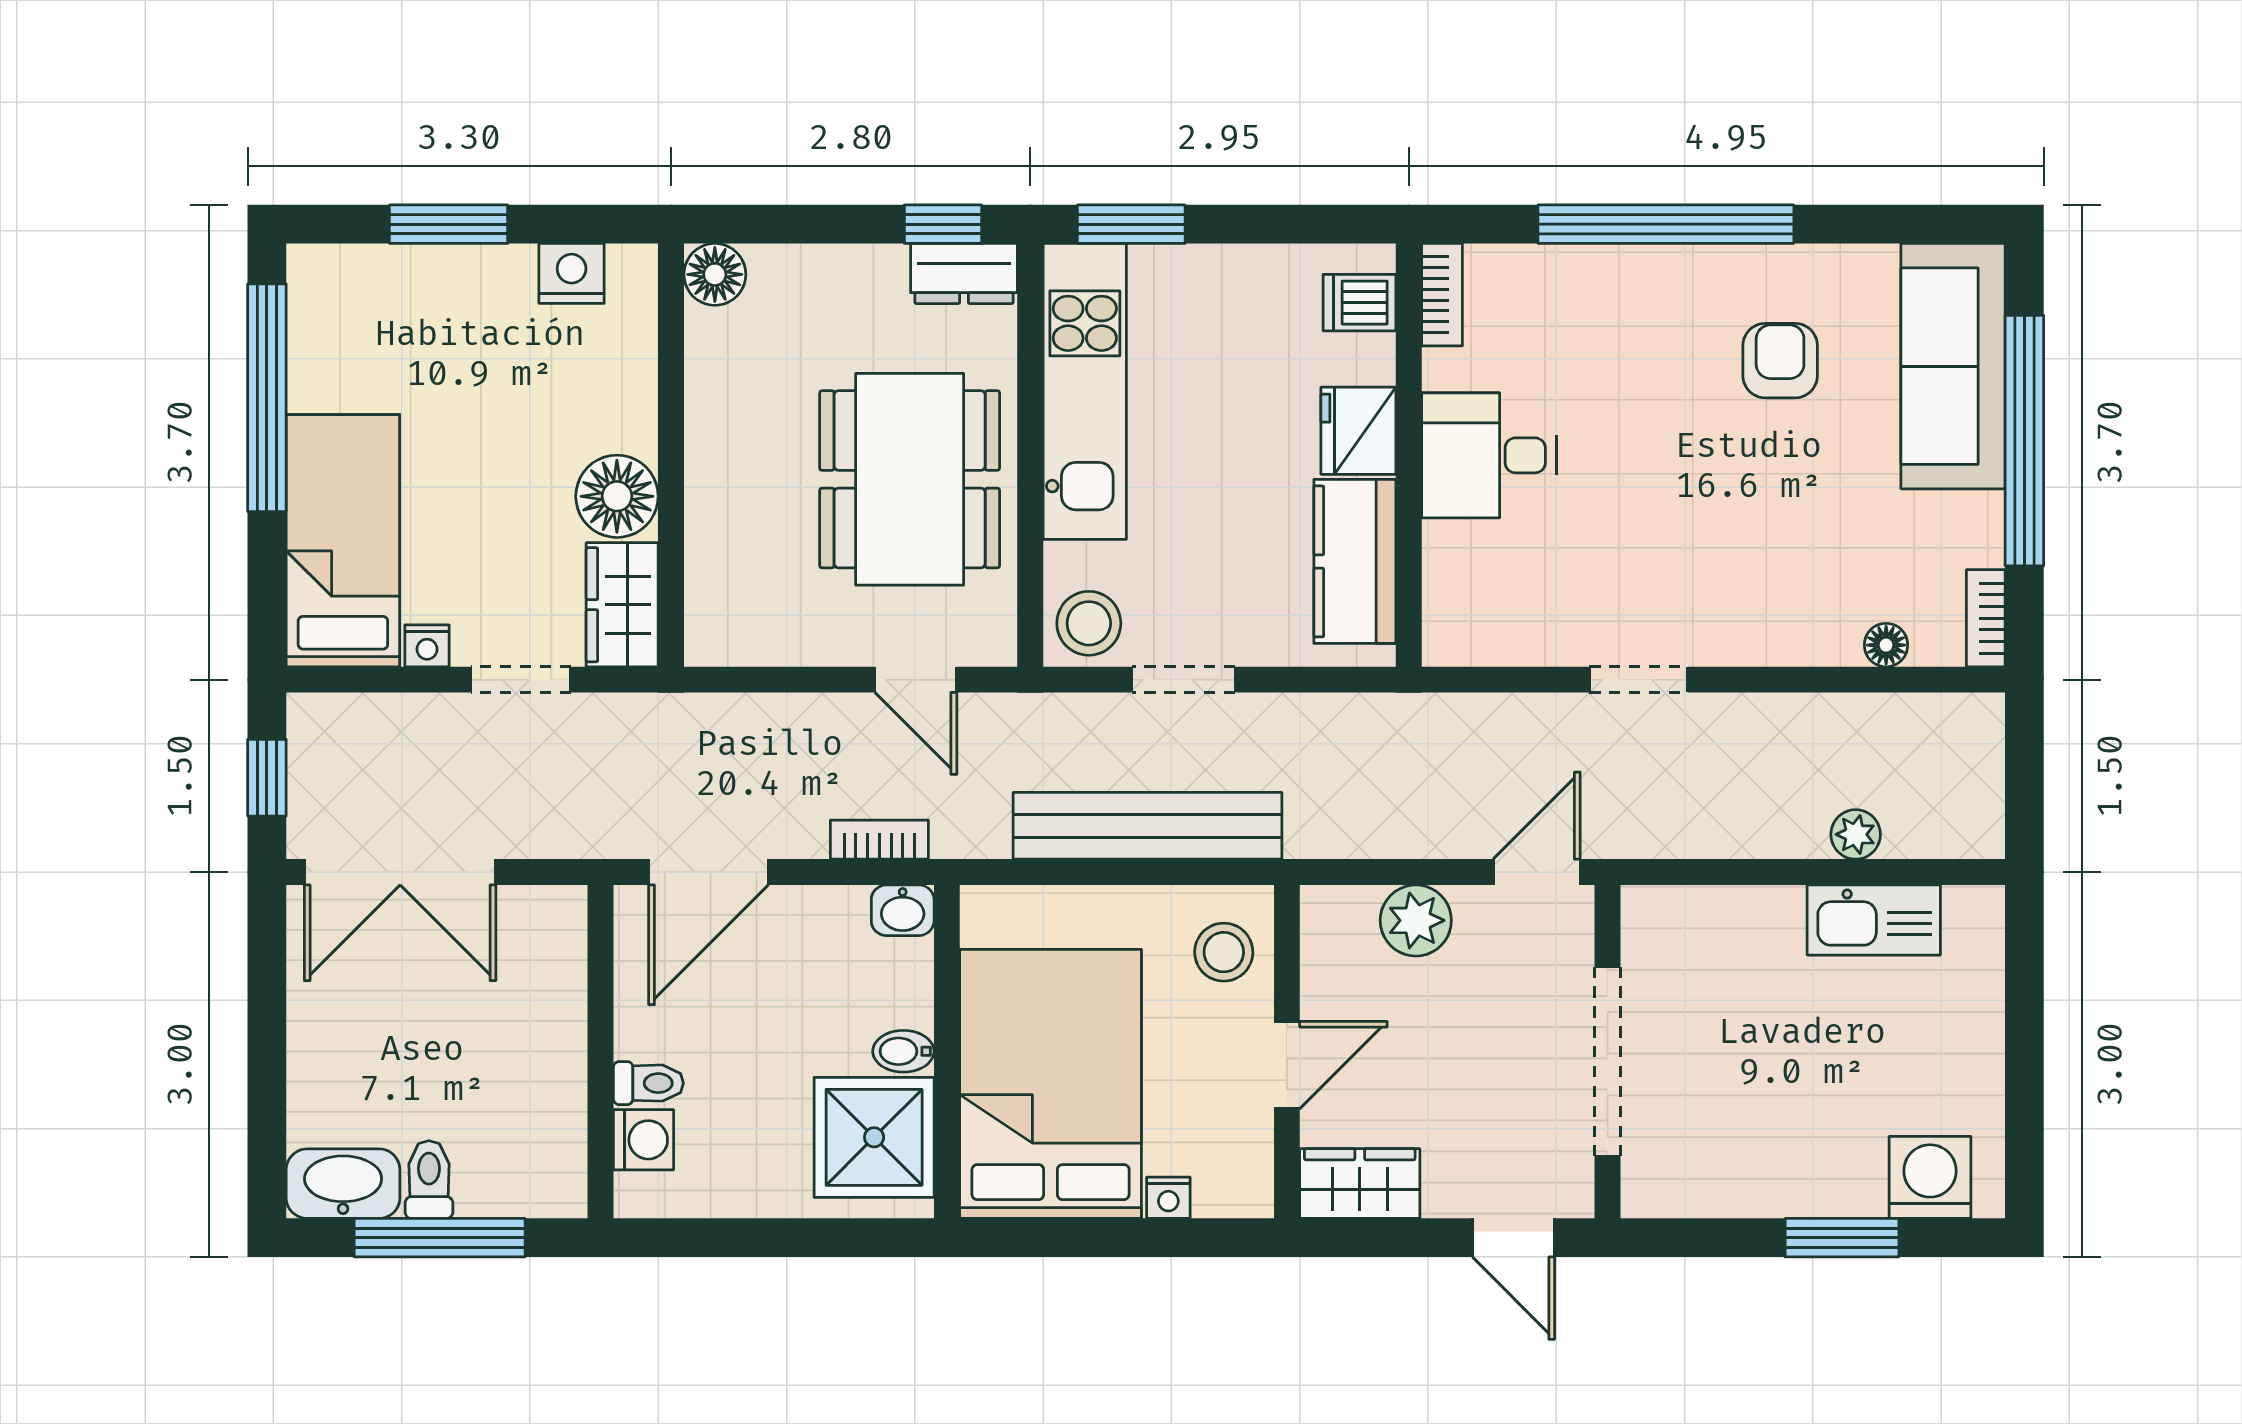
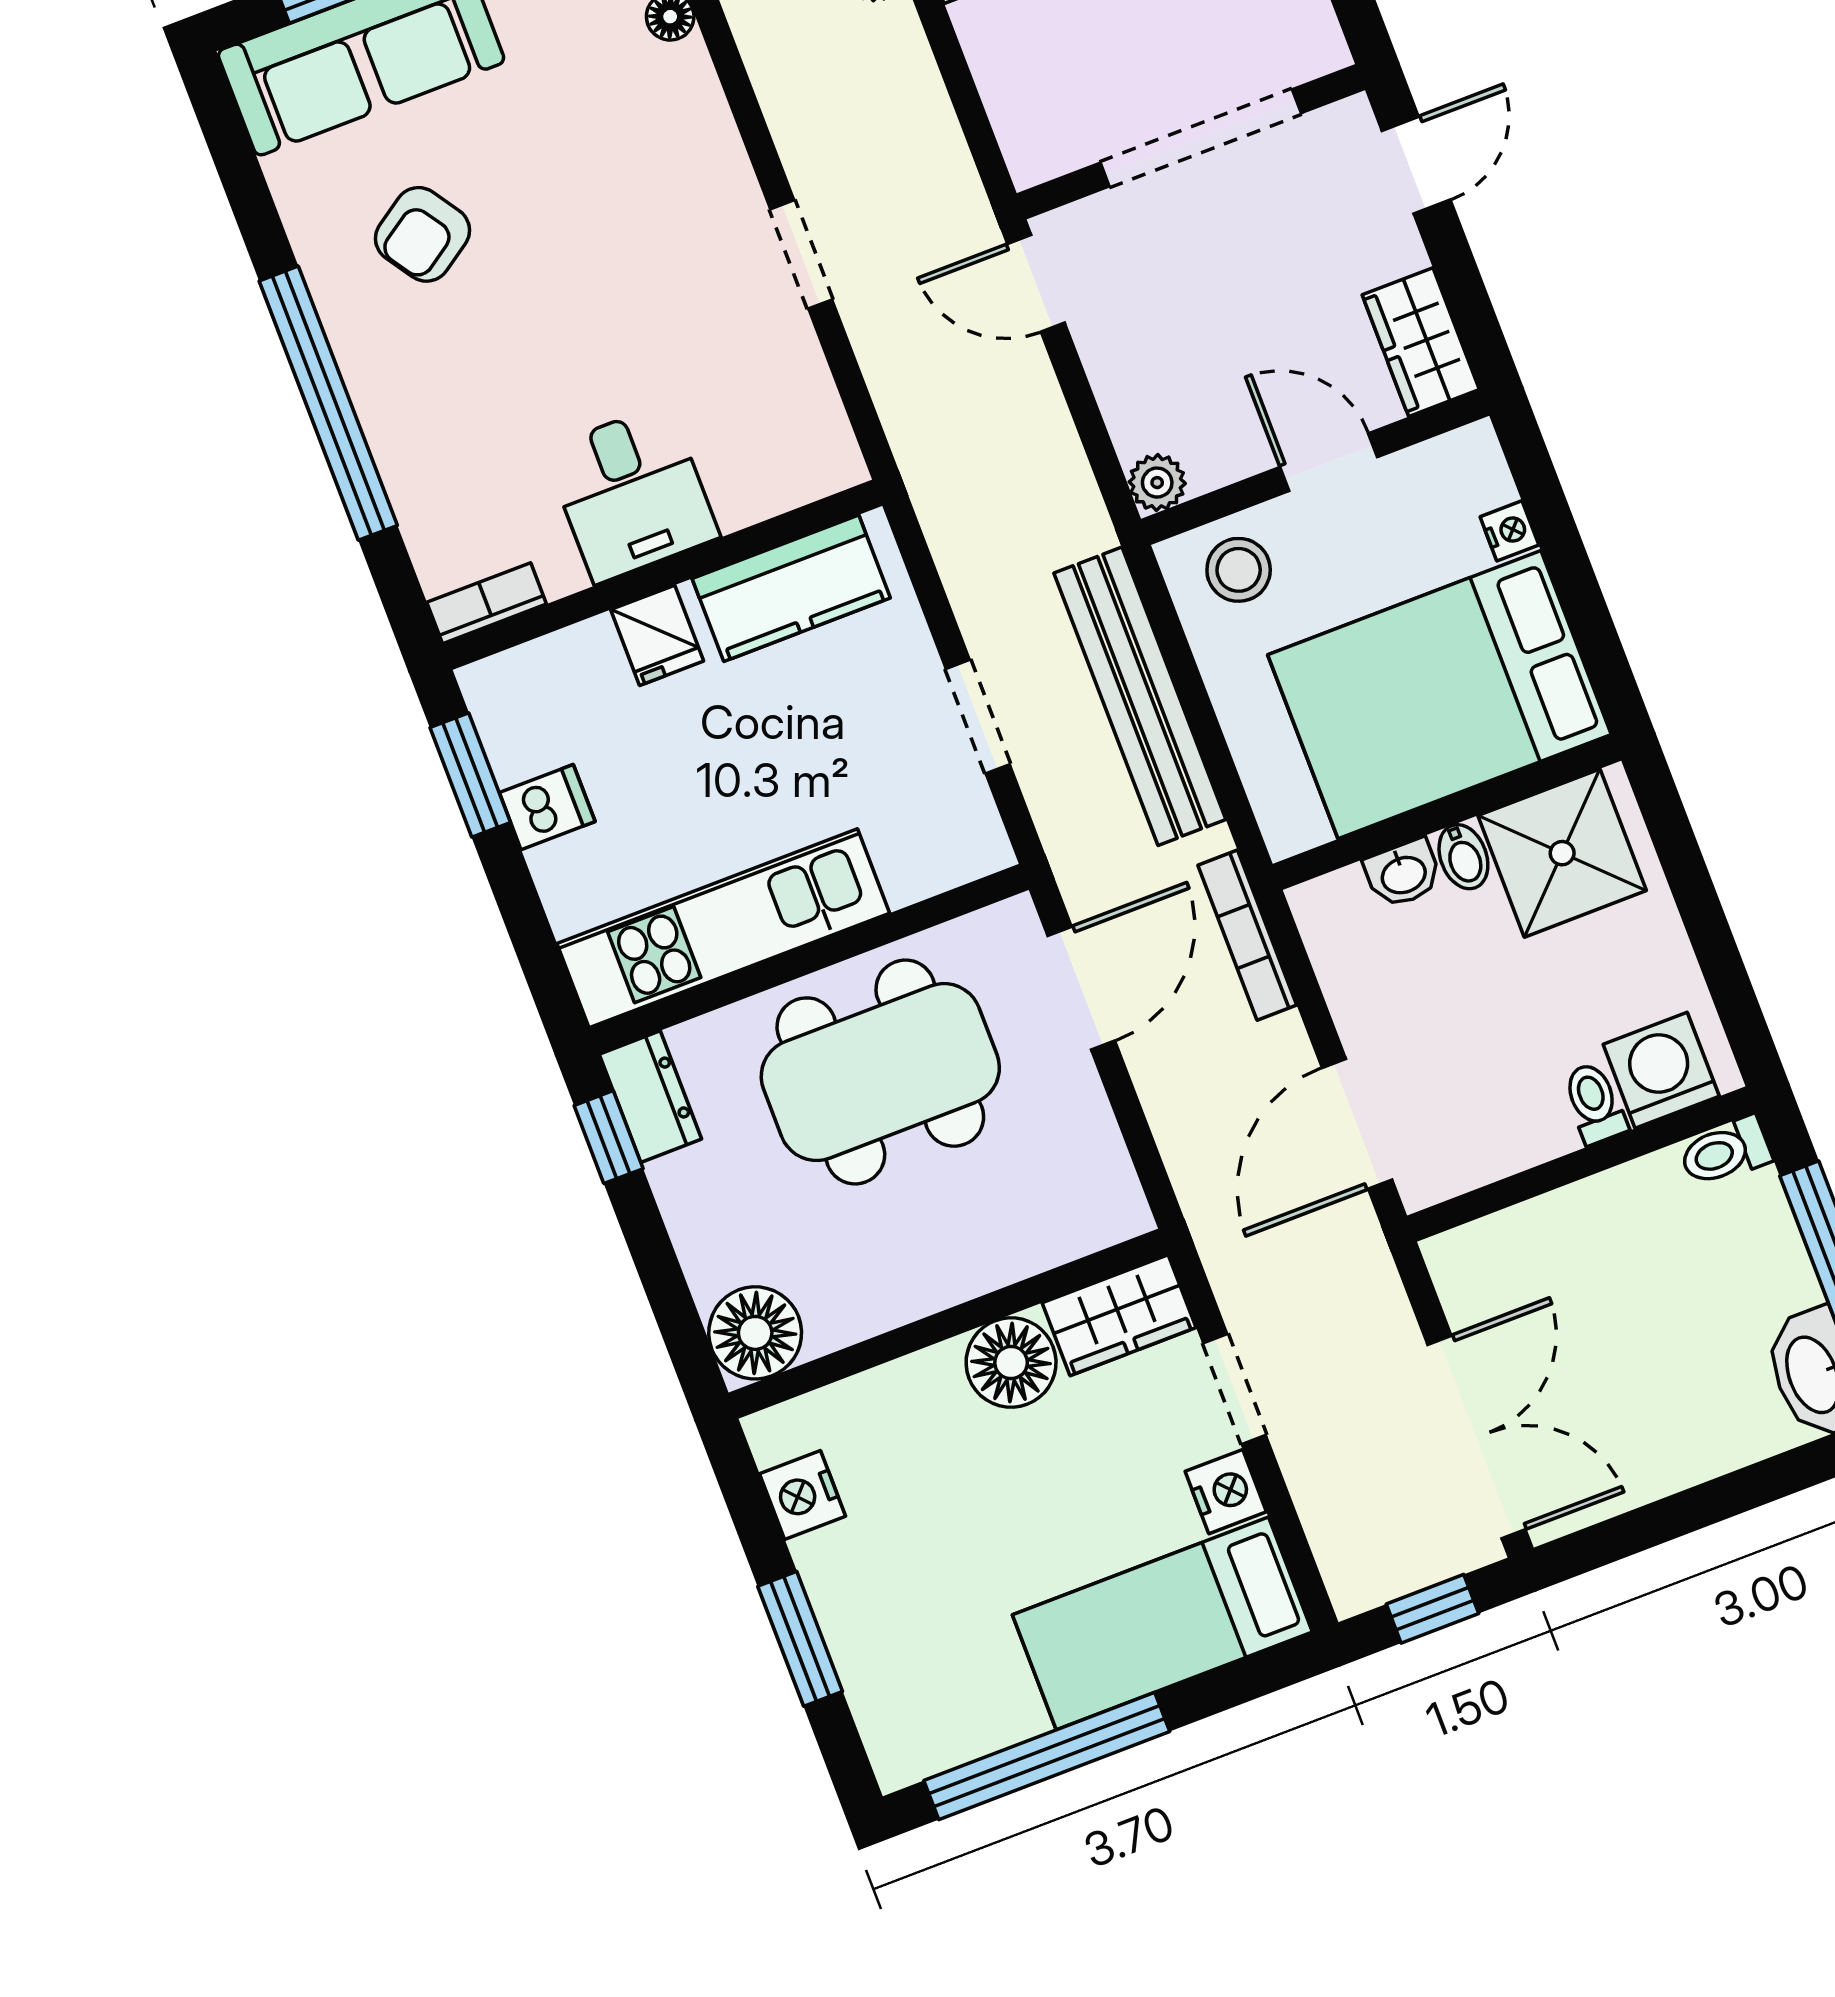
window: (1131, 224) -> (470, 775), moved
floor lamp: (715, 274) -> (755, 1333), width x1.38, depth x1.38
dishwasher: (1359, 303) -> (547, 807), moved, turned -90
armchair: (1780, 361) -> (423, 234), turned -34
fridge: (1358, 431) -> (657, 635), width x0.72
stool: (1089, 623) -> (957, 834), removed
nightstand: (427, 646) -> (1226, 1492), width x1.39, depth x1.35
door: (916, 680) -> (1081, 988), width x1.38
bookcase: (879, 840) -> (1247, 935), width x1.56
door: (709, 872) -> (1357, 1124), swing flipped
washbasin: (903, 910) -> (1403, 874), moved, turned 90
plant: (1416, 920) -> (1157, 483), moved, width x0.73, depth x0.73
washing machine: (643, 1140) -> (1661, 1070), width x1.38, depth x1.38
toilet: (429, 1180) -> (1725, 1152), moved

